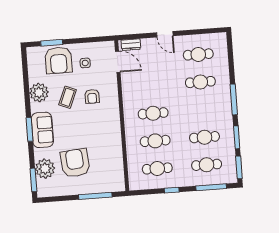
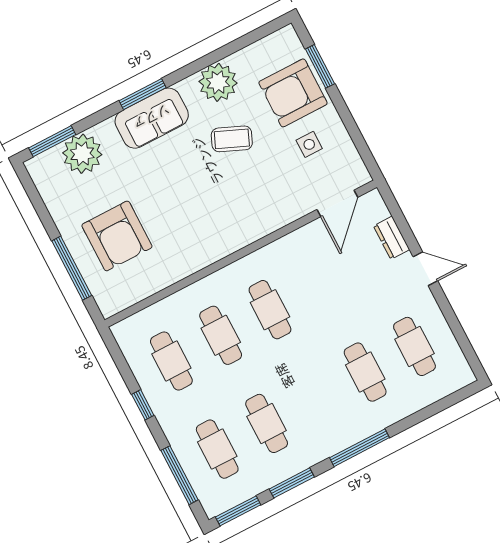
door: (165, 34) -> (425, 269), swing flipped
dresser: (131, 45) -> (391, 238), moved
armchair: (92, 96) -> (253, 183), removed
armchair: (75, 163) -> (117, 236), moved, turned 95

